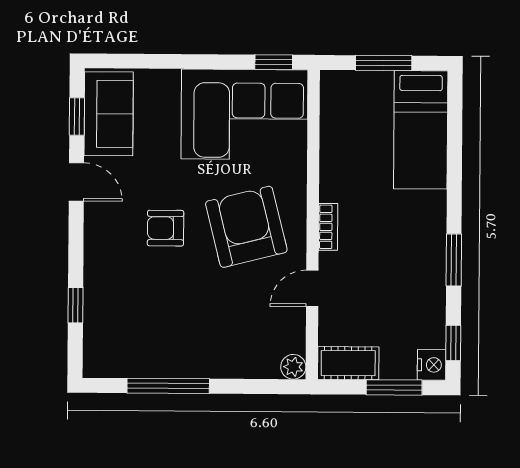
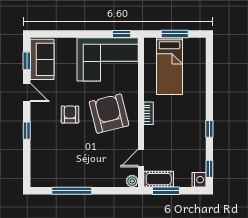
bed: (421, 130) -> (169, 66), moved
armchair: (166, 228) -> (70, 114), turned 90
window: (454, 260) -> (209, 129), width x0.67
door: (312, 288) -> (141, 158), moved
window: (76, 305) -> (27, 131), moved
window: (394, 387) -> (166, 191), moved

